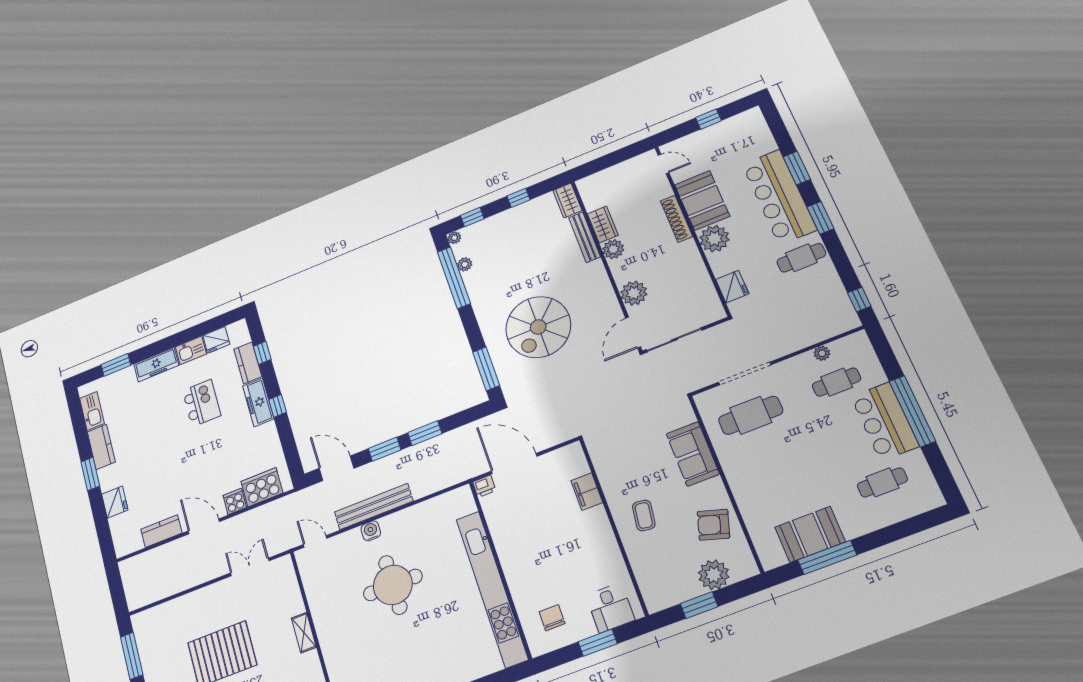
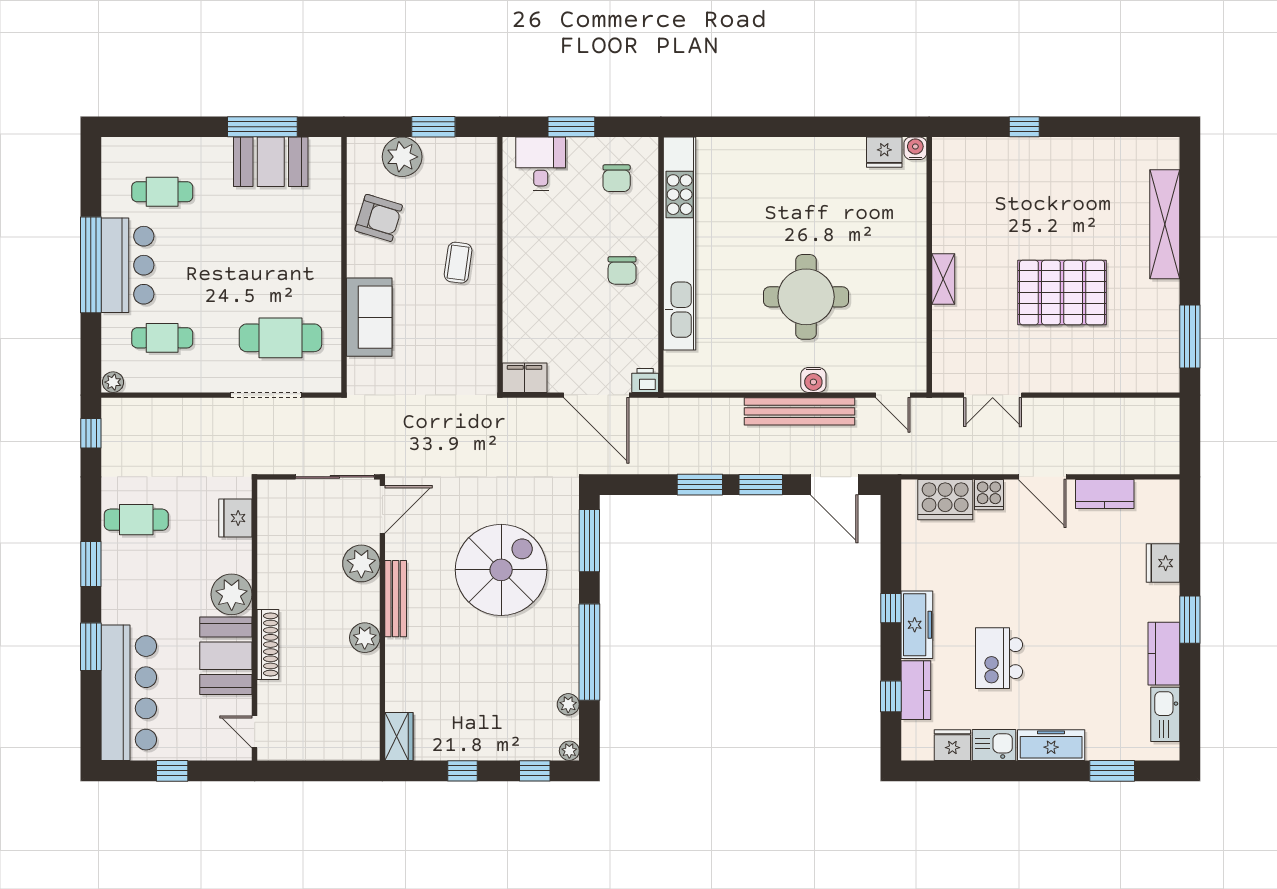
bar counter: (779, 197) -> (129, 693), moved
wardrobe: (603, 224) -> (365, 680), removed
bench: (584, 237) -> (396, 599), moved
window: (454, 278) -> (589, 652), moved
plant: (822, 353) -> (113, 382), moved
filing cabinet: (587, 492) -> (525, 378), moved, turned -90
chair: (526, 554) -> (622, 270), added

